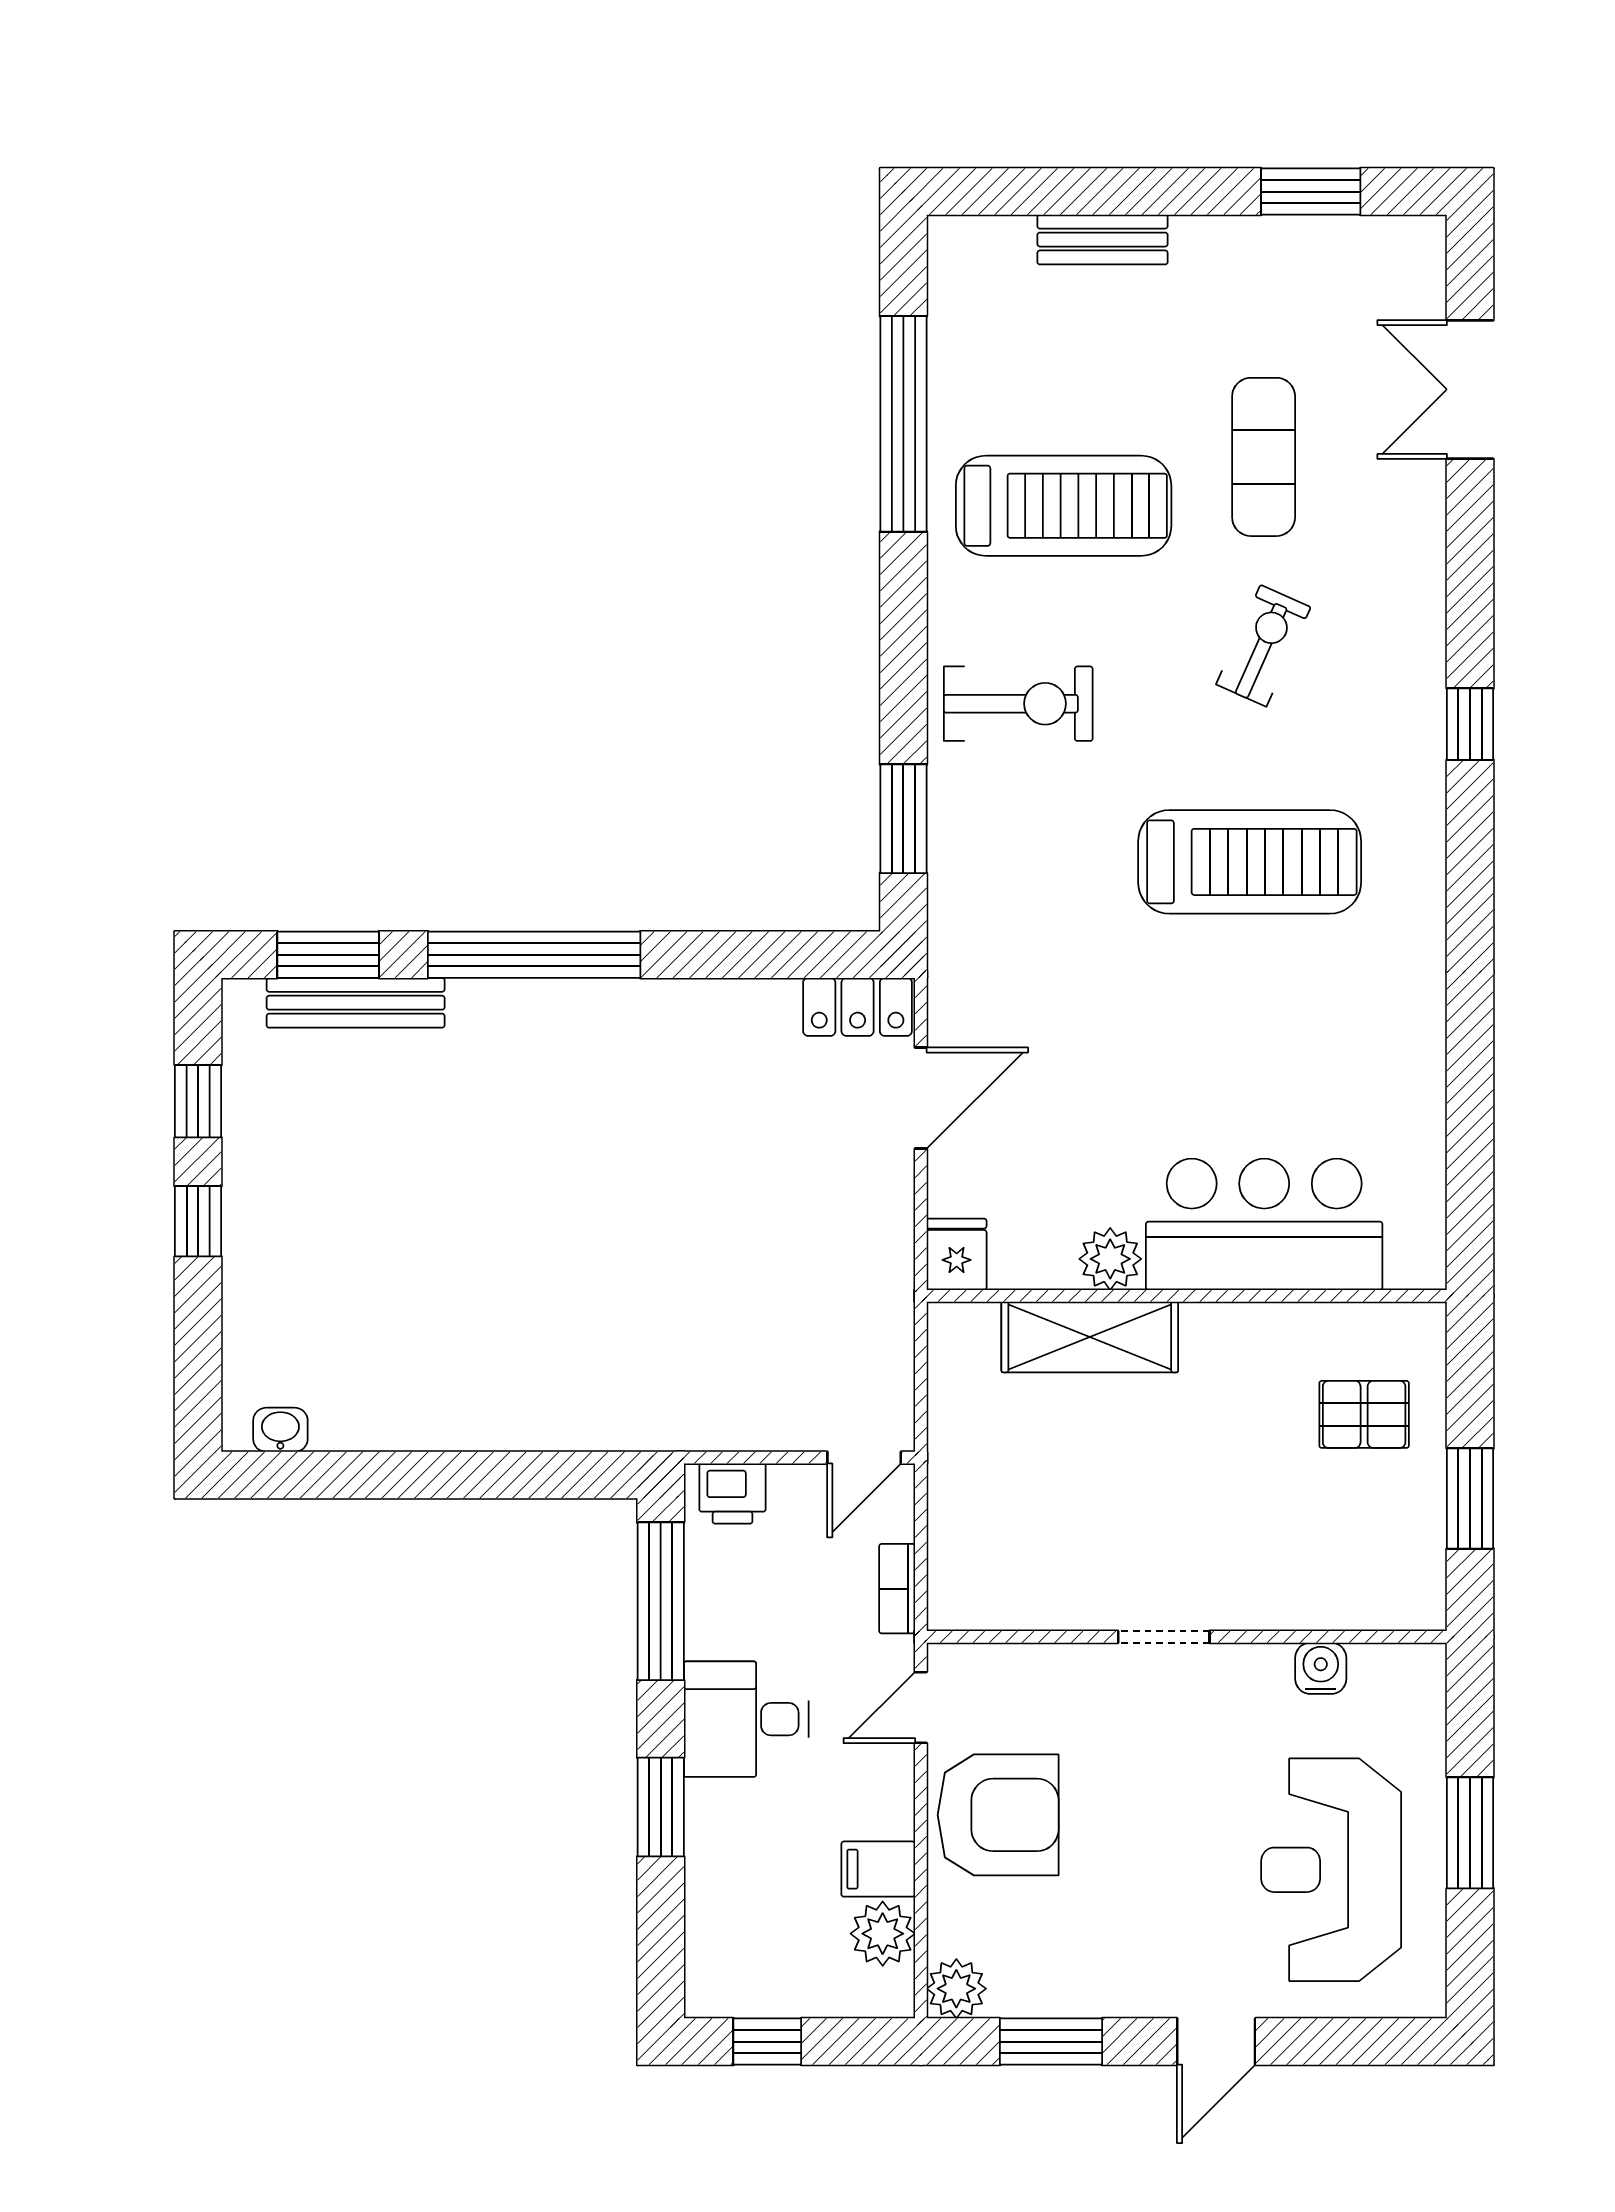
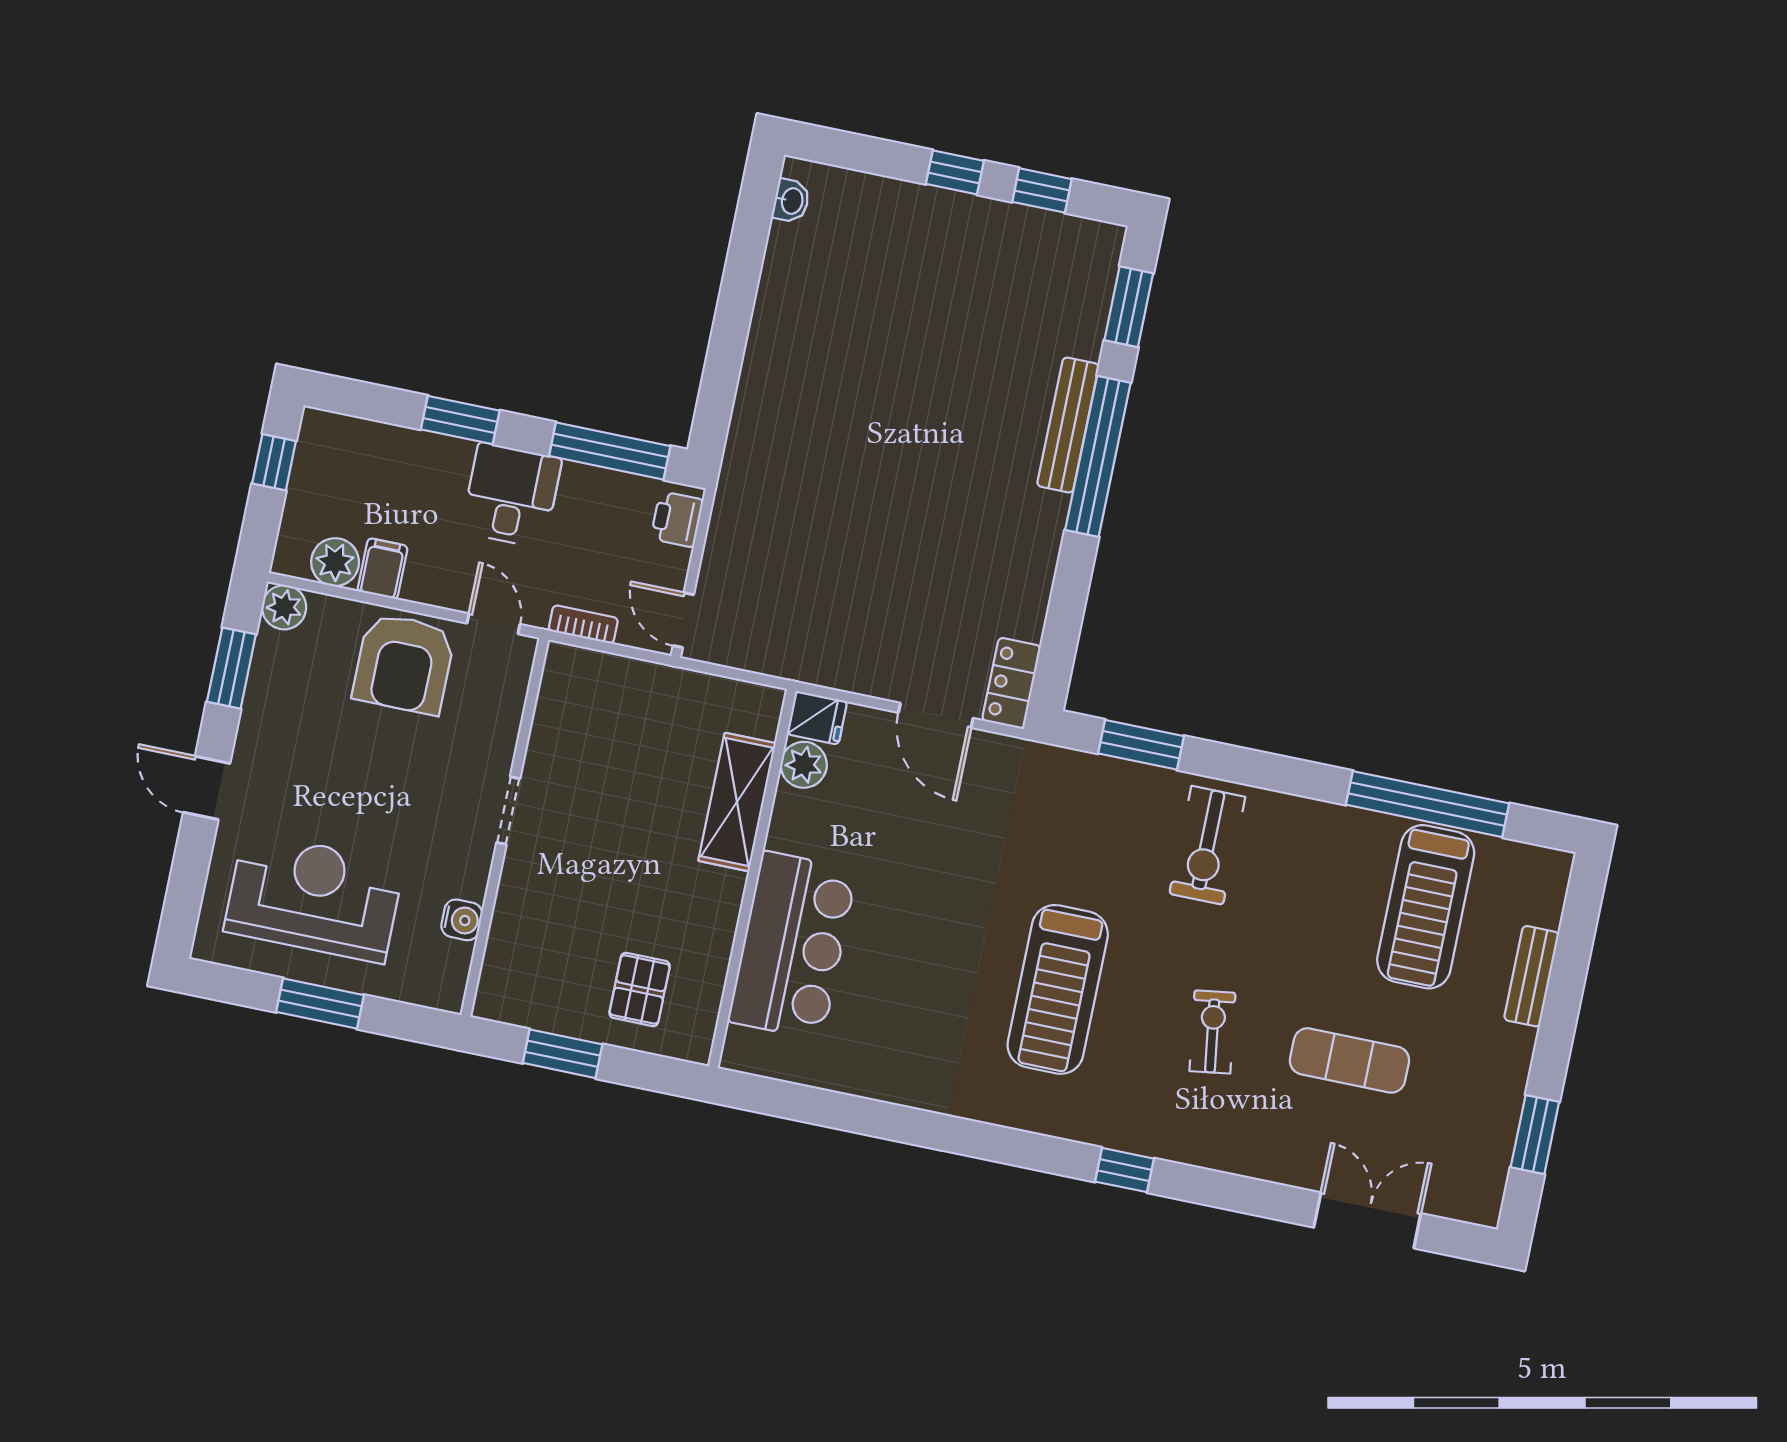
treadmill: (1064, 506) -> (1426, 907), moved
exercise bike: (1263, 646) -> (1212, 1032), turned -122
bench: (356, 1003) -> (1068, 425), moved
plant: (1110, 1259) -> (804, 765), moved

